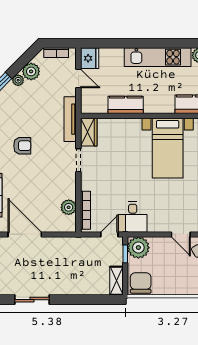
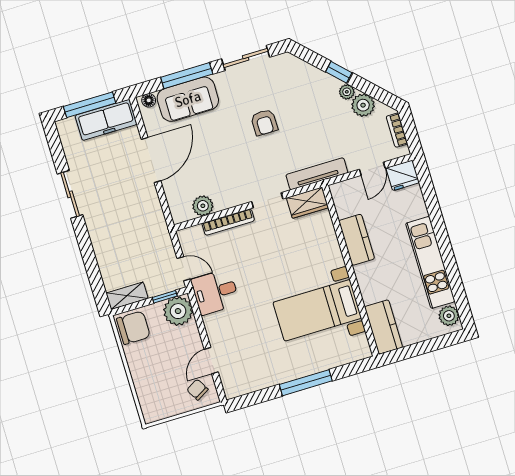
bookcase: (86, 210) -> (228, 222), moved

